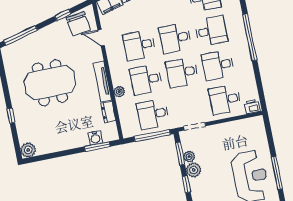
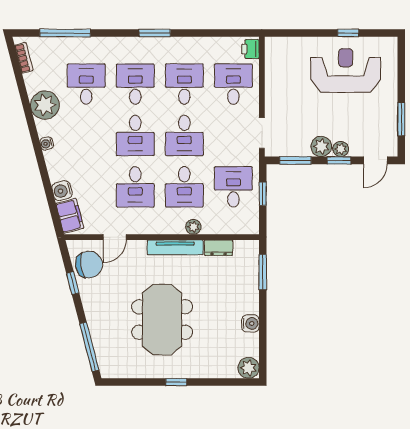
window: (250, 37) -> (155, 33), width x0.47
desk: (218, 65) -> (184, 84), turned 180
desk: (225, 100) -> (233, 84), turned 180
desk: (153, 114) -> (233, 187), turned 180
window: (11, 116) -> (176, 382), moved
window: (152, 136) -> (263, 194), width x0.46
water cooler: (95, 138) -> (250, 323), moved
plant: (189, 157) -> (341, 149), moved
window: (277, 173) -> (348, 33), width x0.46

